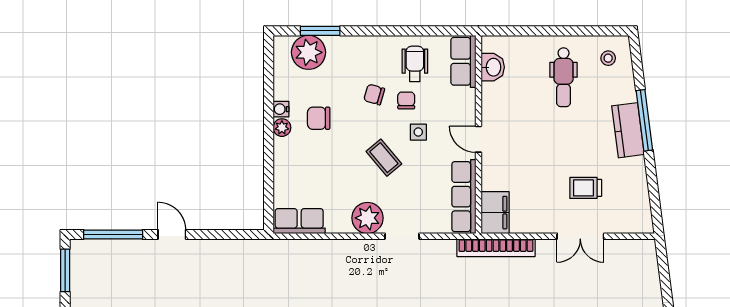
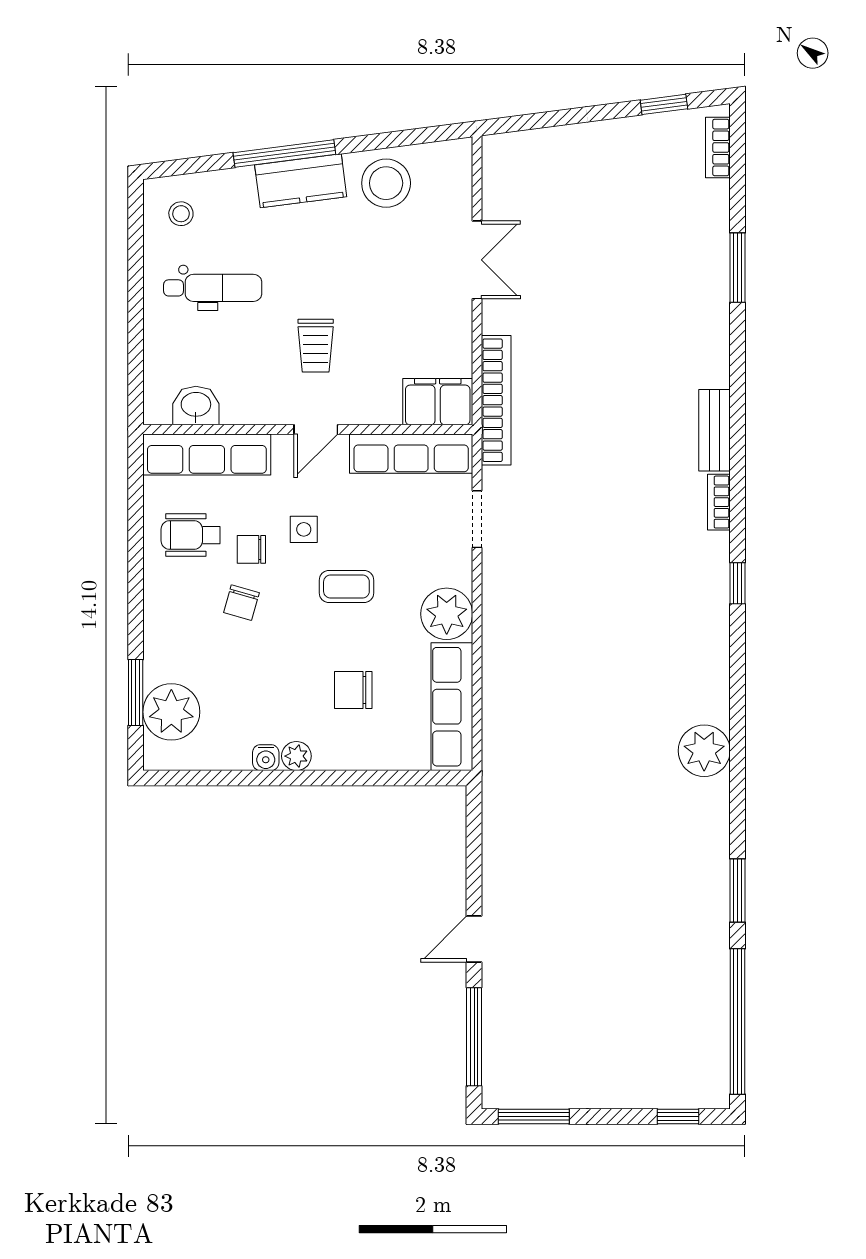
row of seats: (463, 61) -> (207, 454), width x1.48
chair: (319, 118) -> (353, 690), moved, turned 90
coffee table: (384, 158) -> (346, 587), turned 40
stool: (627, 182) -> (386, 183), added
trolley: (586, 188) -> (316, 346), moved
row of seats: (299, 221) -> (452, 707), width x1.48
doorway: (402, 236) -> (477, 519), moved

